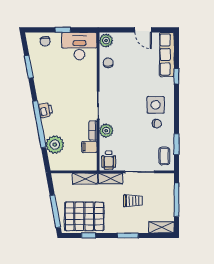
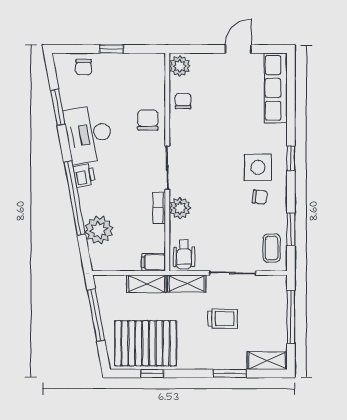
door: (143, 30) -> (238, 49), swing flipped
desk: (79, 46) -> (89, 134), moved, turned -100
chair: (86, 75) -> (148, 120), added
window: (177, 76) -> (291, 158), moved
filing cabinet: (89, 147) -> (153, 262), moved
window: (55, 211) -> (96, 315), moved
window: (128, 235) -> (230, 373), moved

